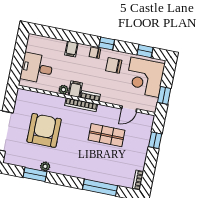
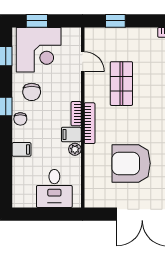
window: (164, 95) -> (37, 21), moved

